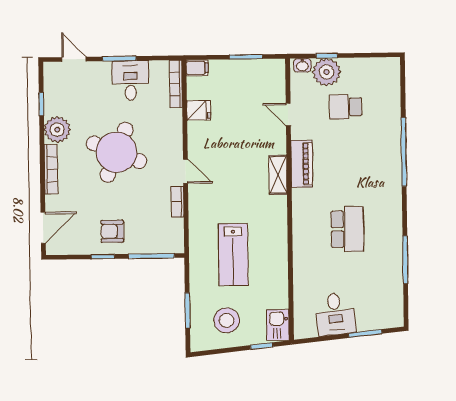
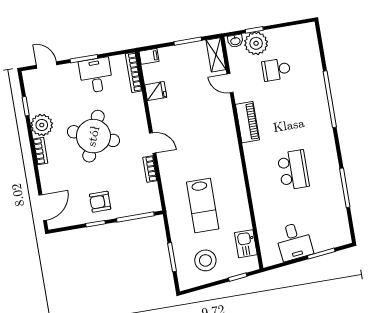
bookcase: (51, 169) -> (40, 151), width x0.64
shelving: (278, 175) -> (216, 55), moved
kitchen sink: (278, 325) -> (246, 244), moved

